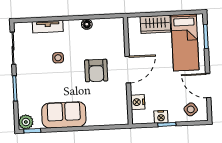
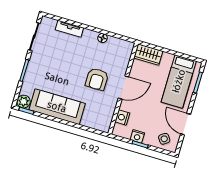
wardrobe: (155, 24) -> (148, 55), moved
side table: (58, 58) -> (69, 58), removed
sofa: (64, 115) -> (57, 107), width x1.36

